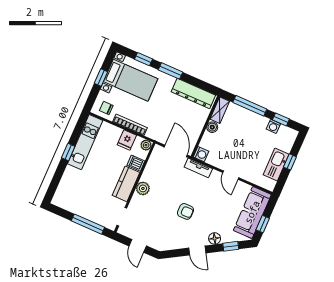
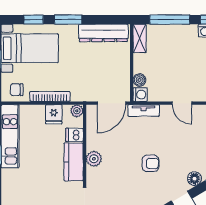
boiler: (212, 127) -> (139, 80), moved
door: (176, 151) -> (112, 103), swing flipped

